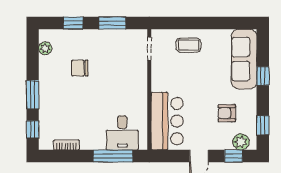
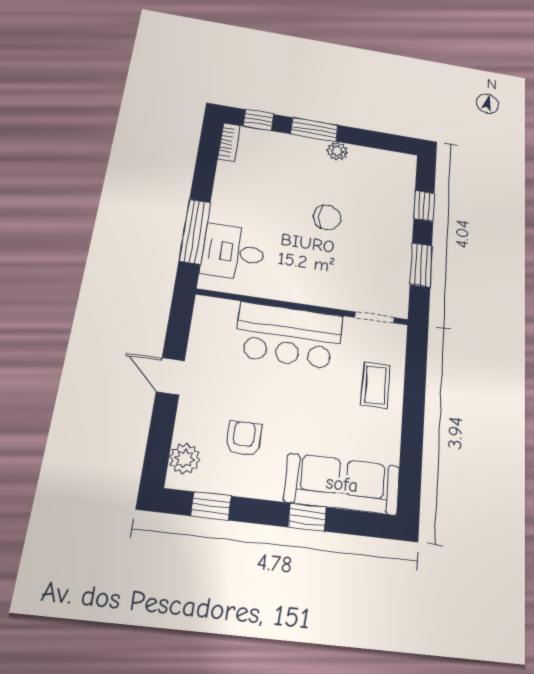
plant: (45, 48) -> (337, 151), moved
chair: (80, 68) -> (327, 218), moved, turned 90
bar counter: (167, 121) -> (289, 336), moved
bookcase: (67, 145) -> (229, 142), moved
window: (234, 156) -> (160, 441), removed

